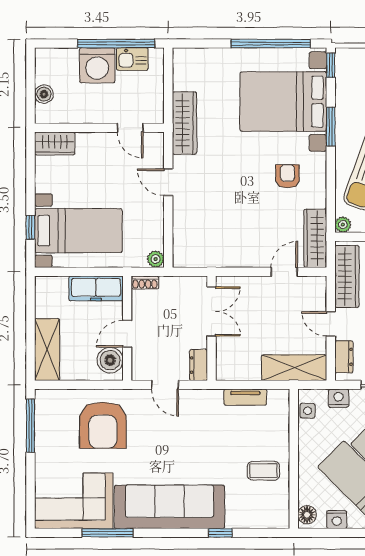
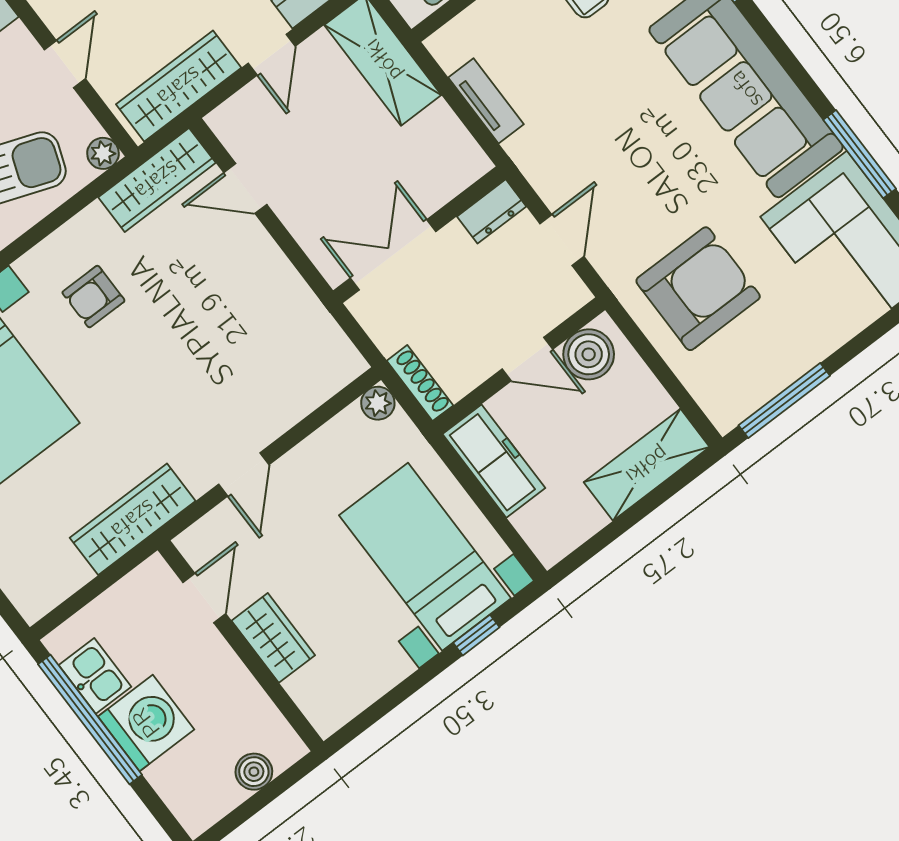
wardrobe: (55, 144) -> (273, 638), moved
shoe rack: (145, 282) -> (420, 383), width x1.43

